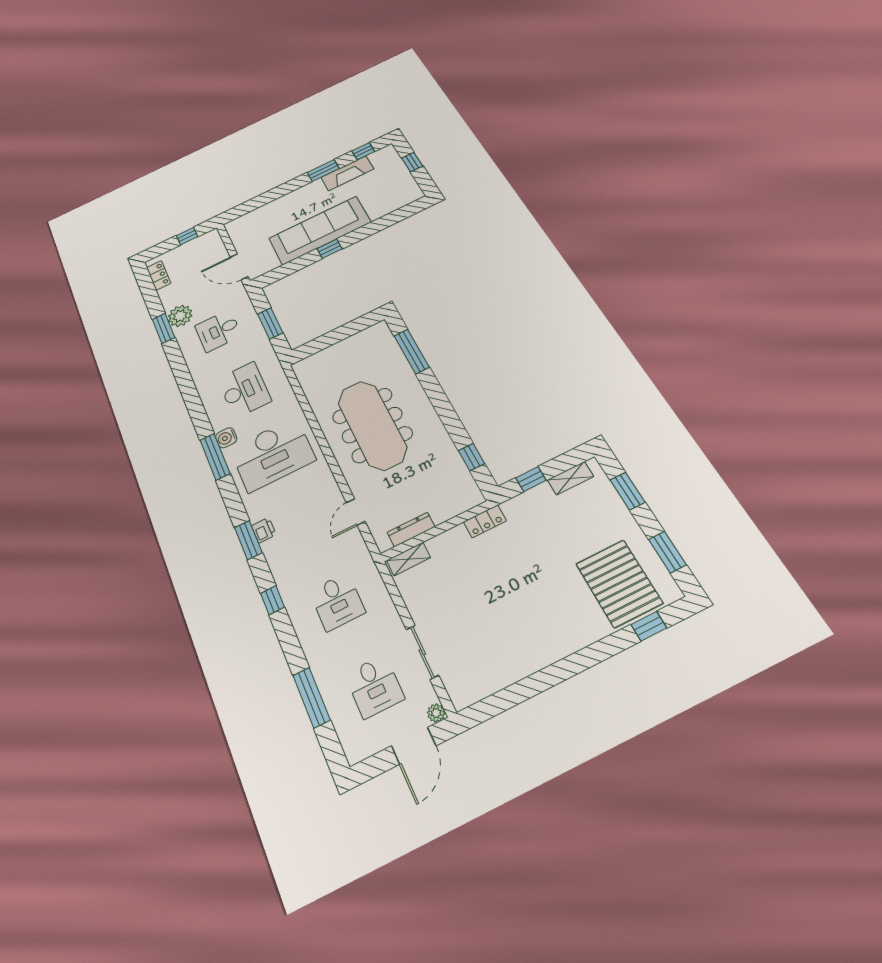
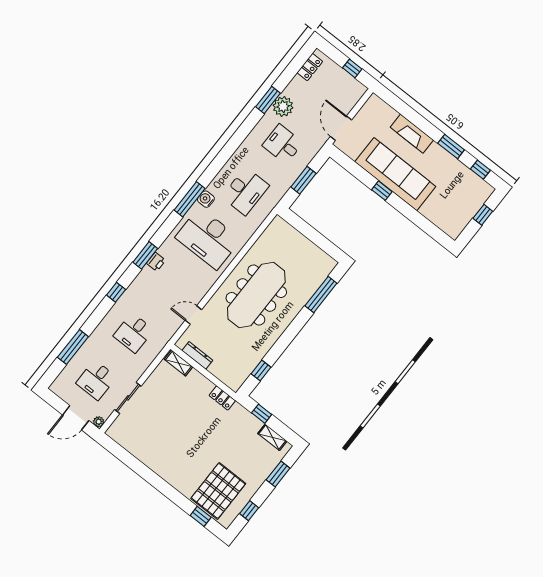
fireplace: (347, 173) -> (412, 134), moved
window: (667, 552) -> (249, 511), width x0.67

